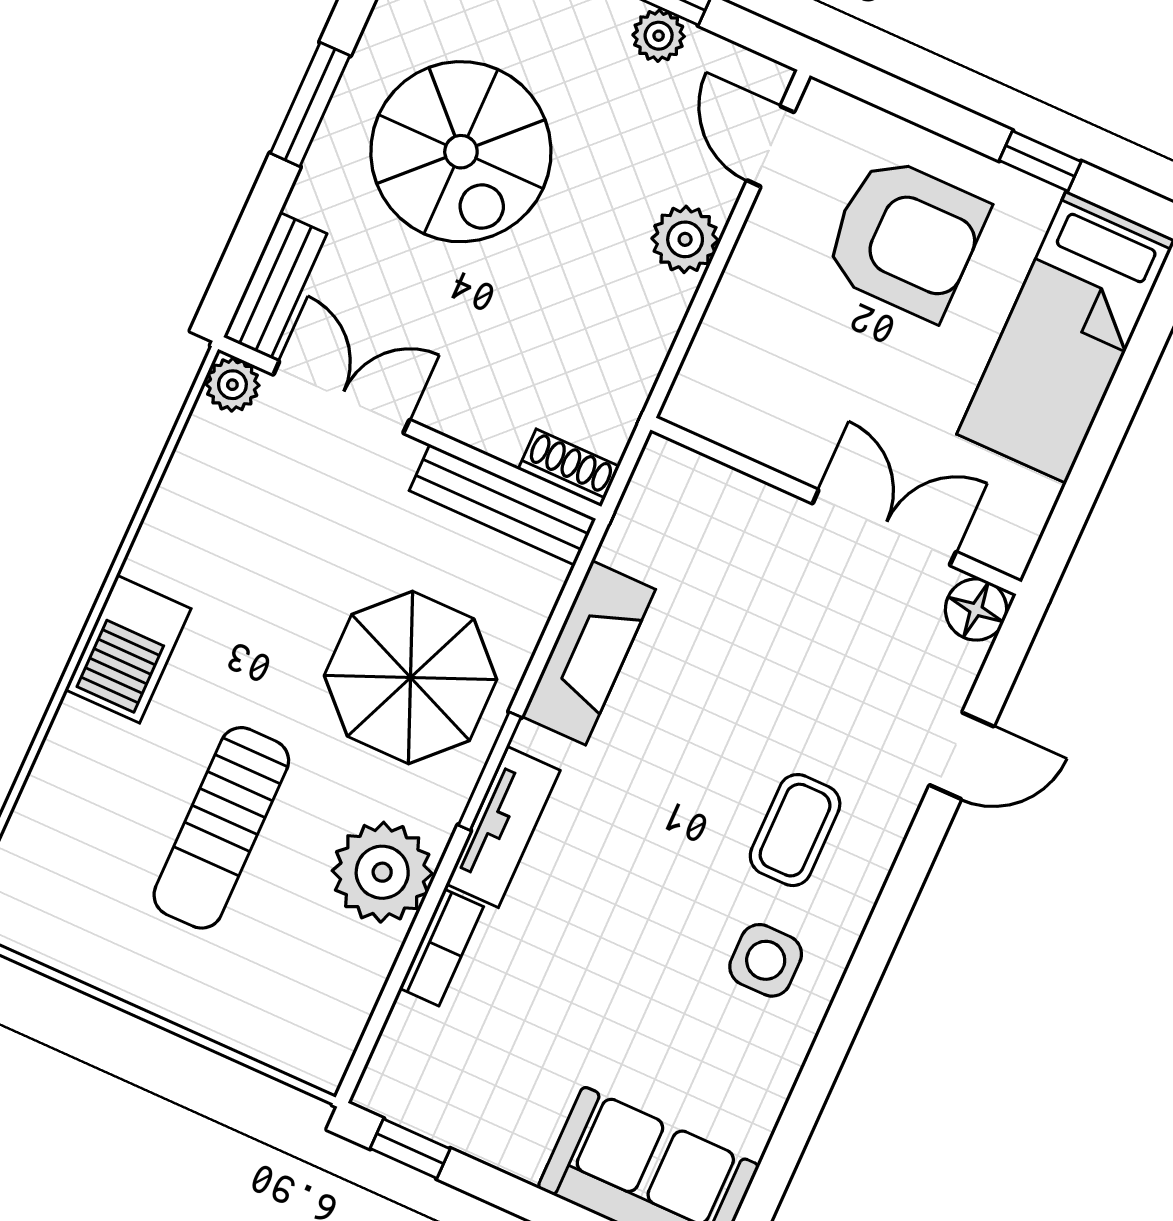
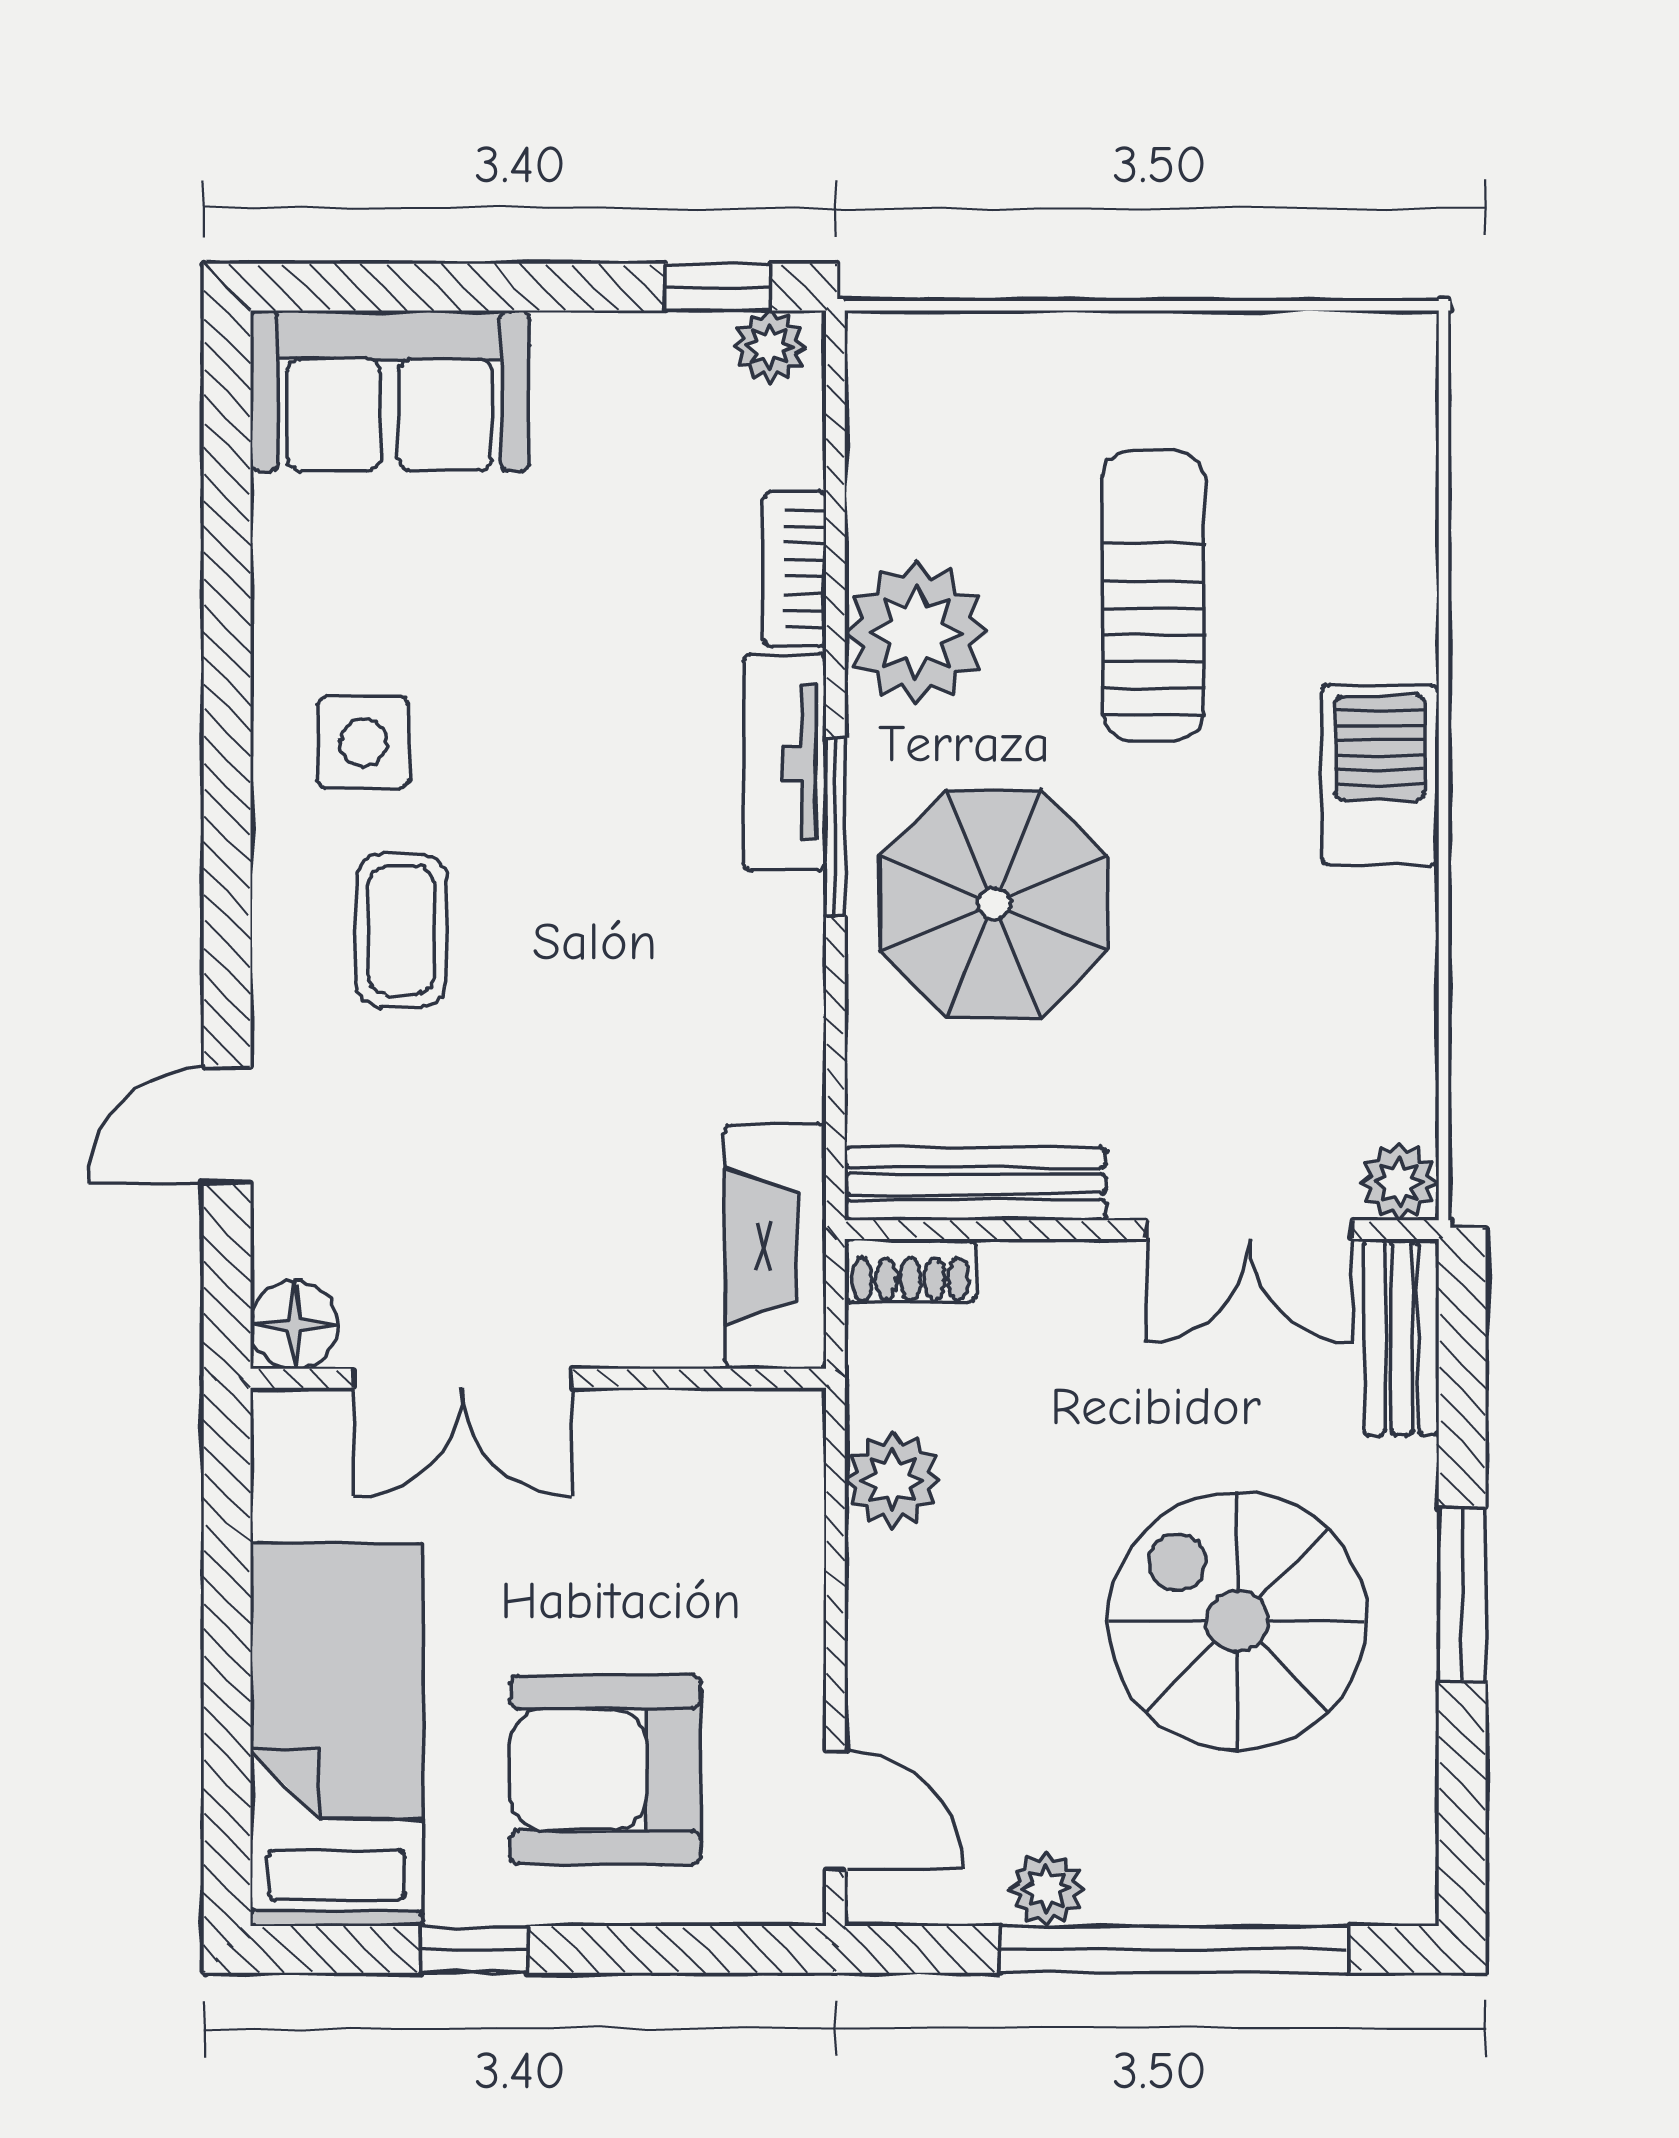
plant: (685, 239) -> (892, 1480), moved
fireplace: (589, 653) -> (776, 1246), moved
plant: (394, 1096) -> (769, 347), added

